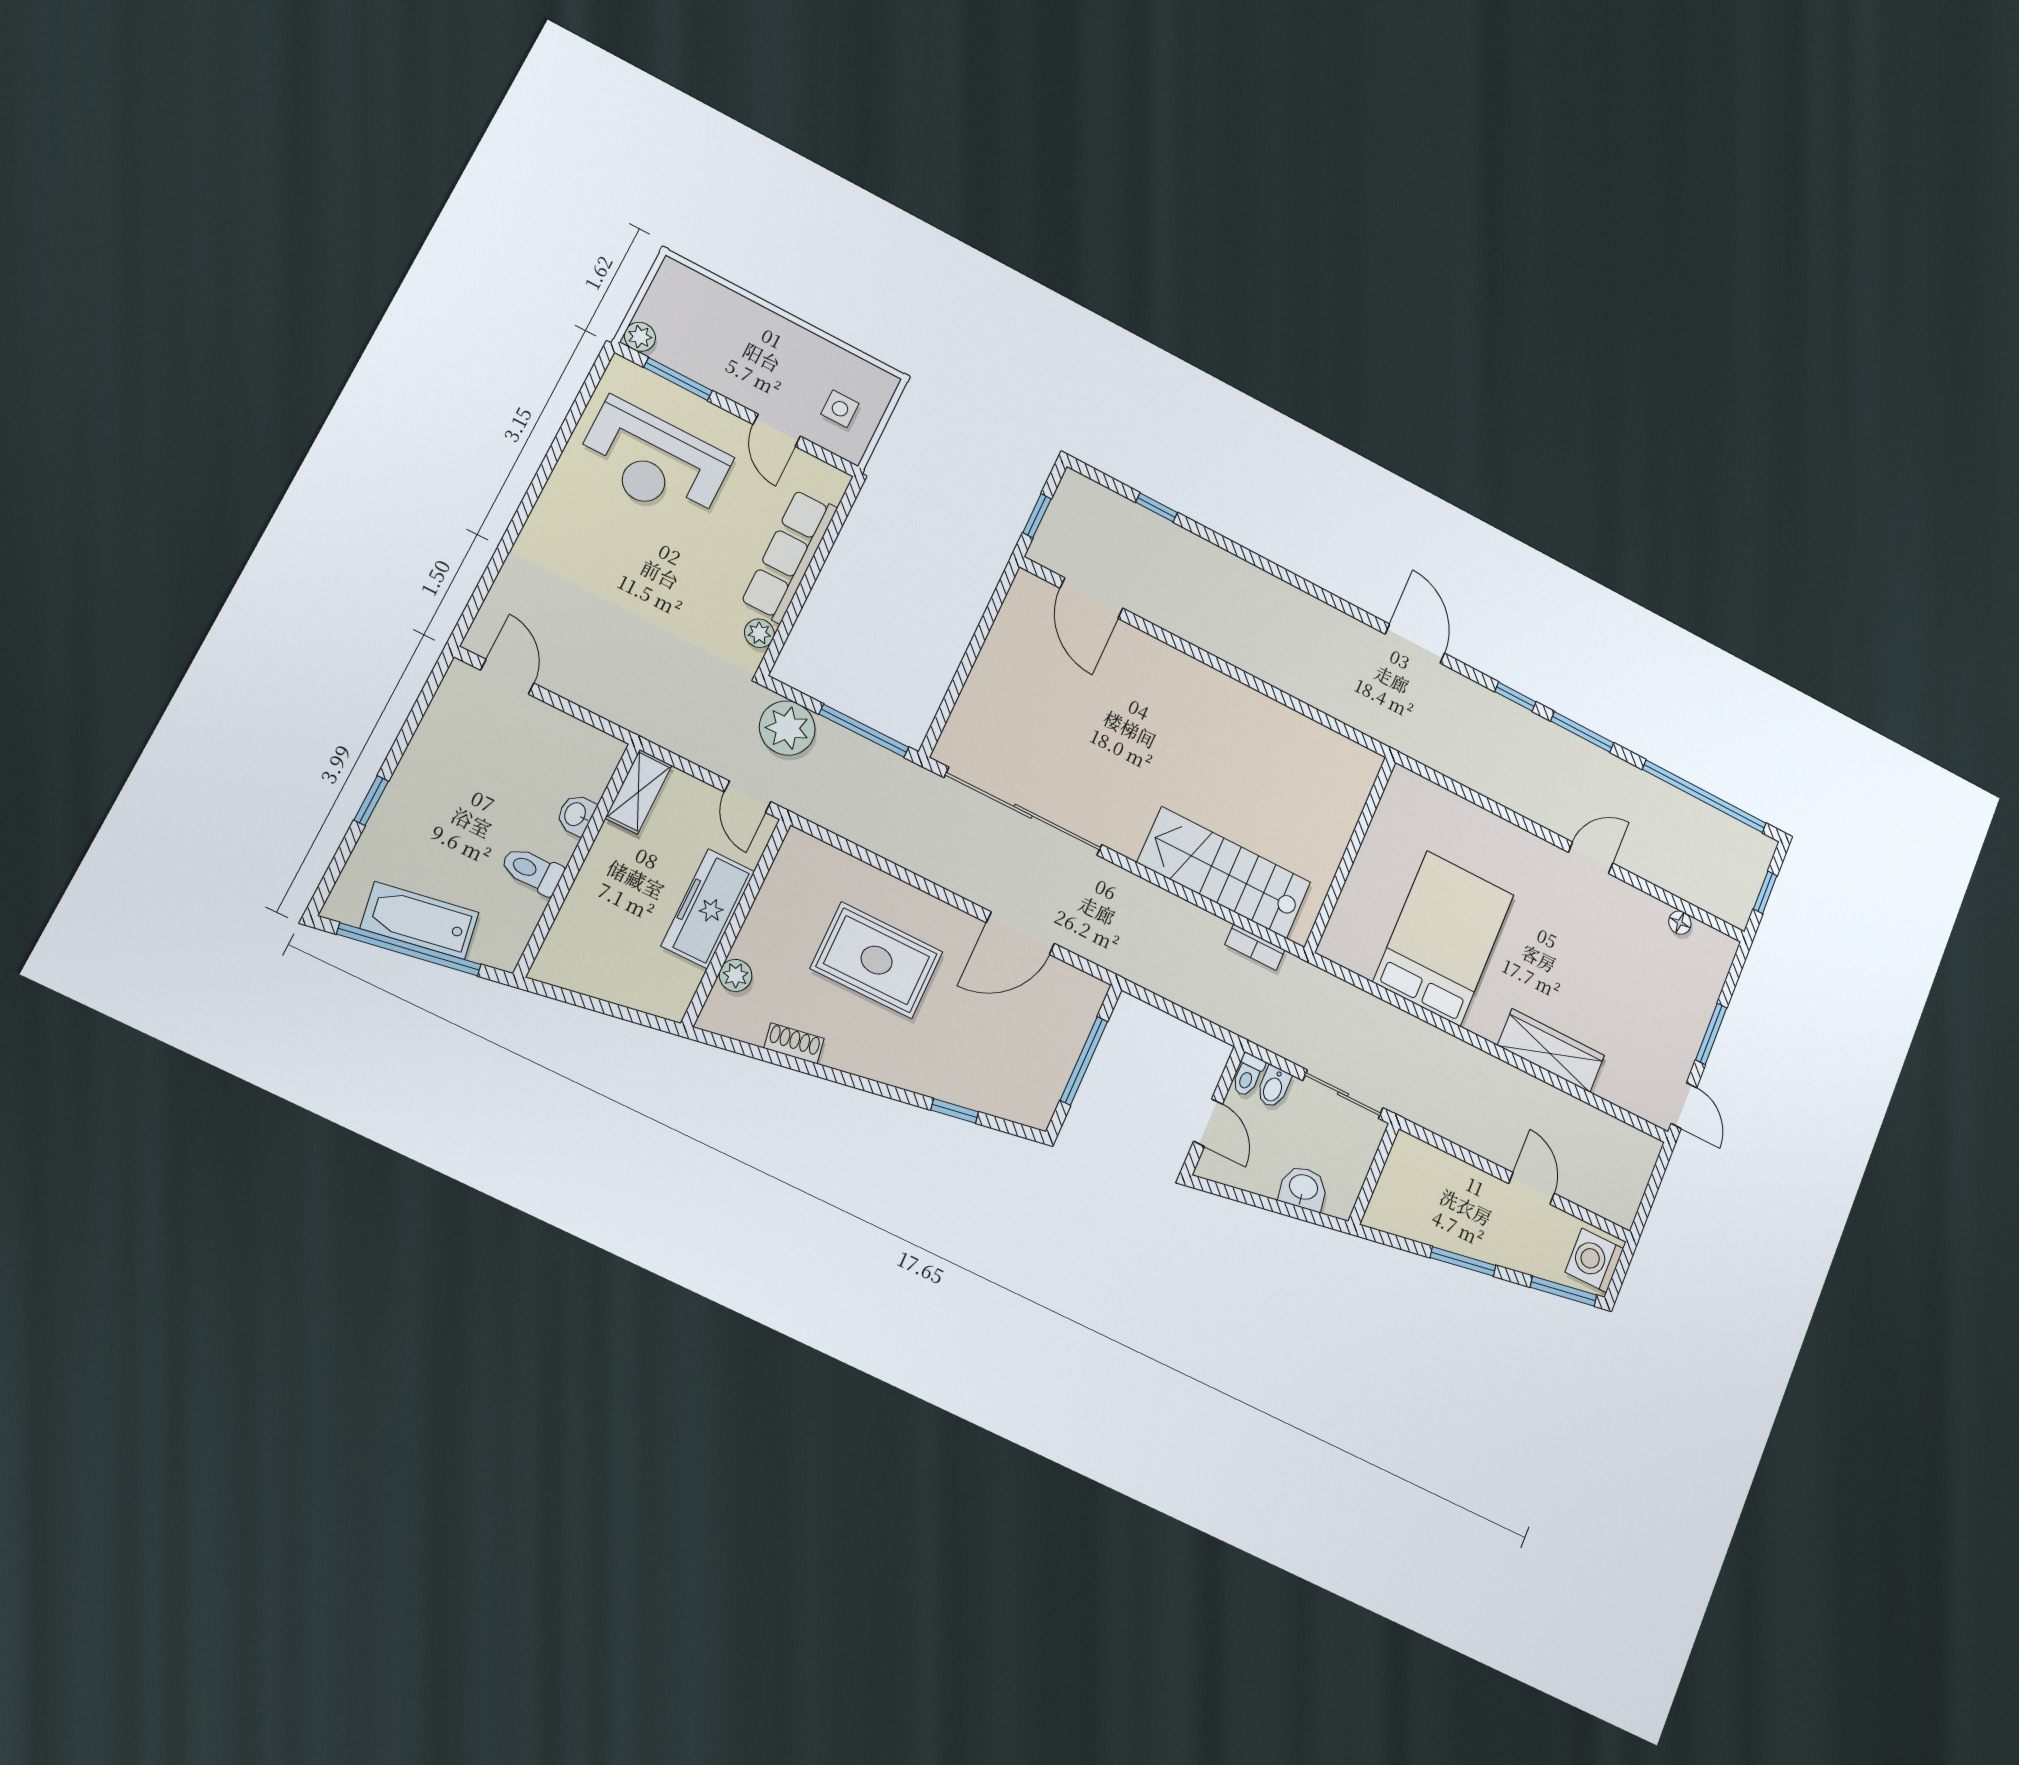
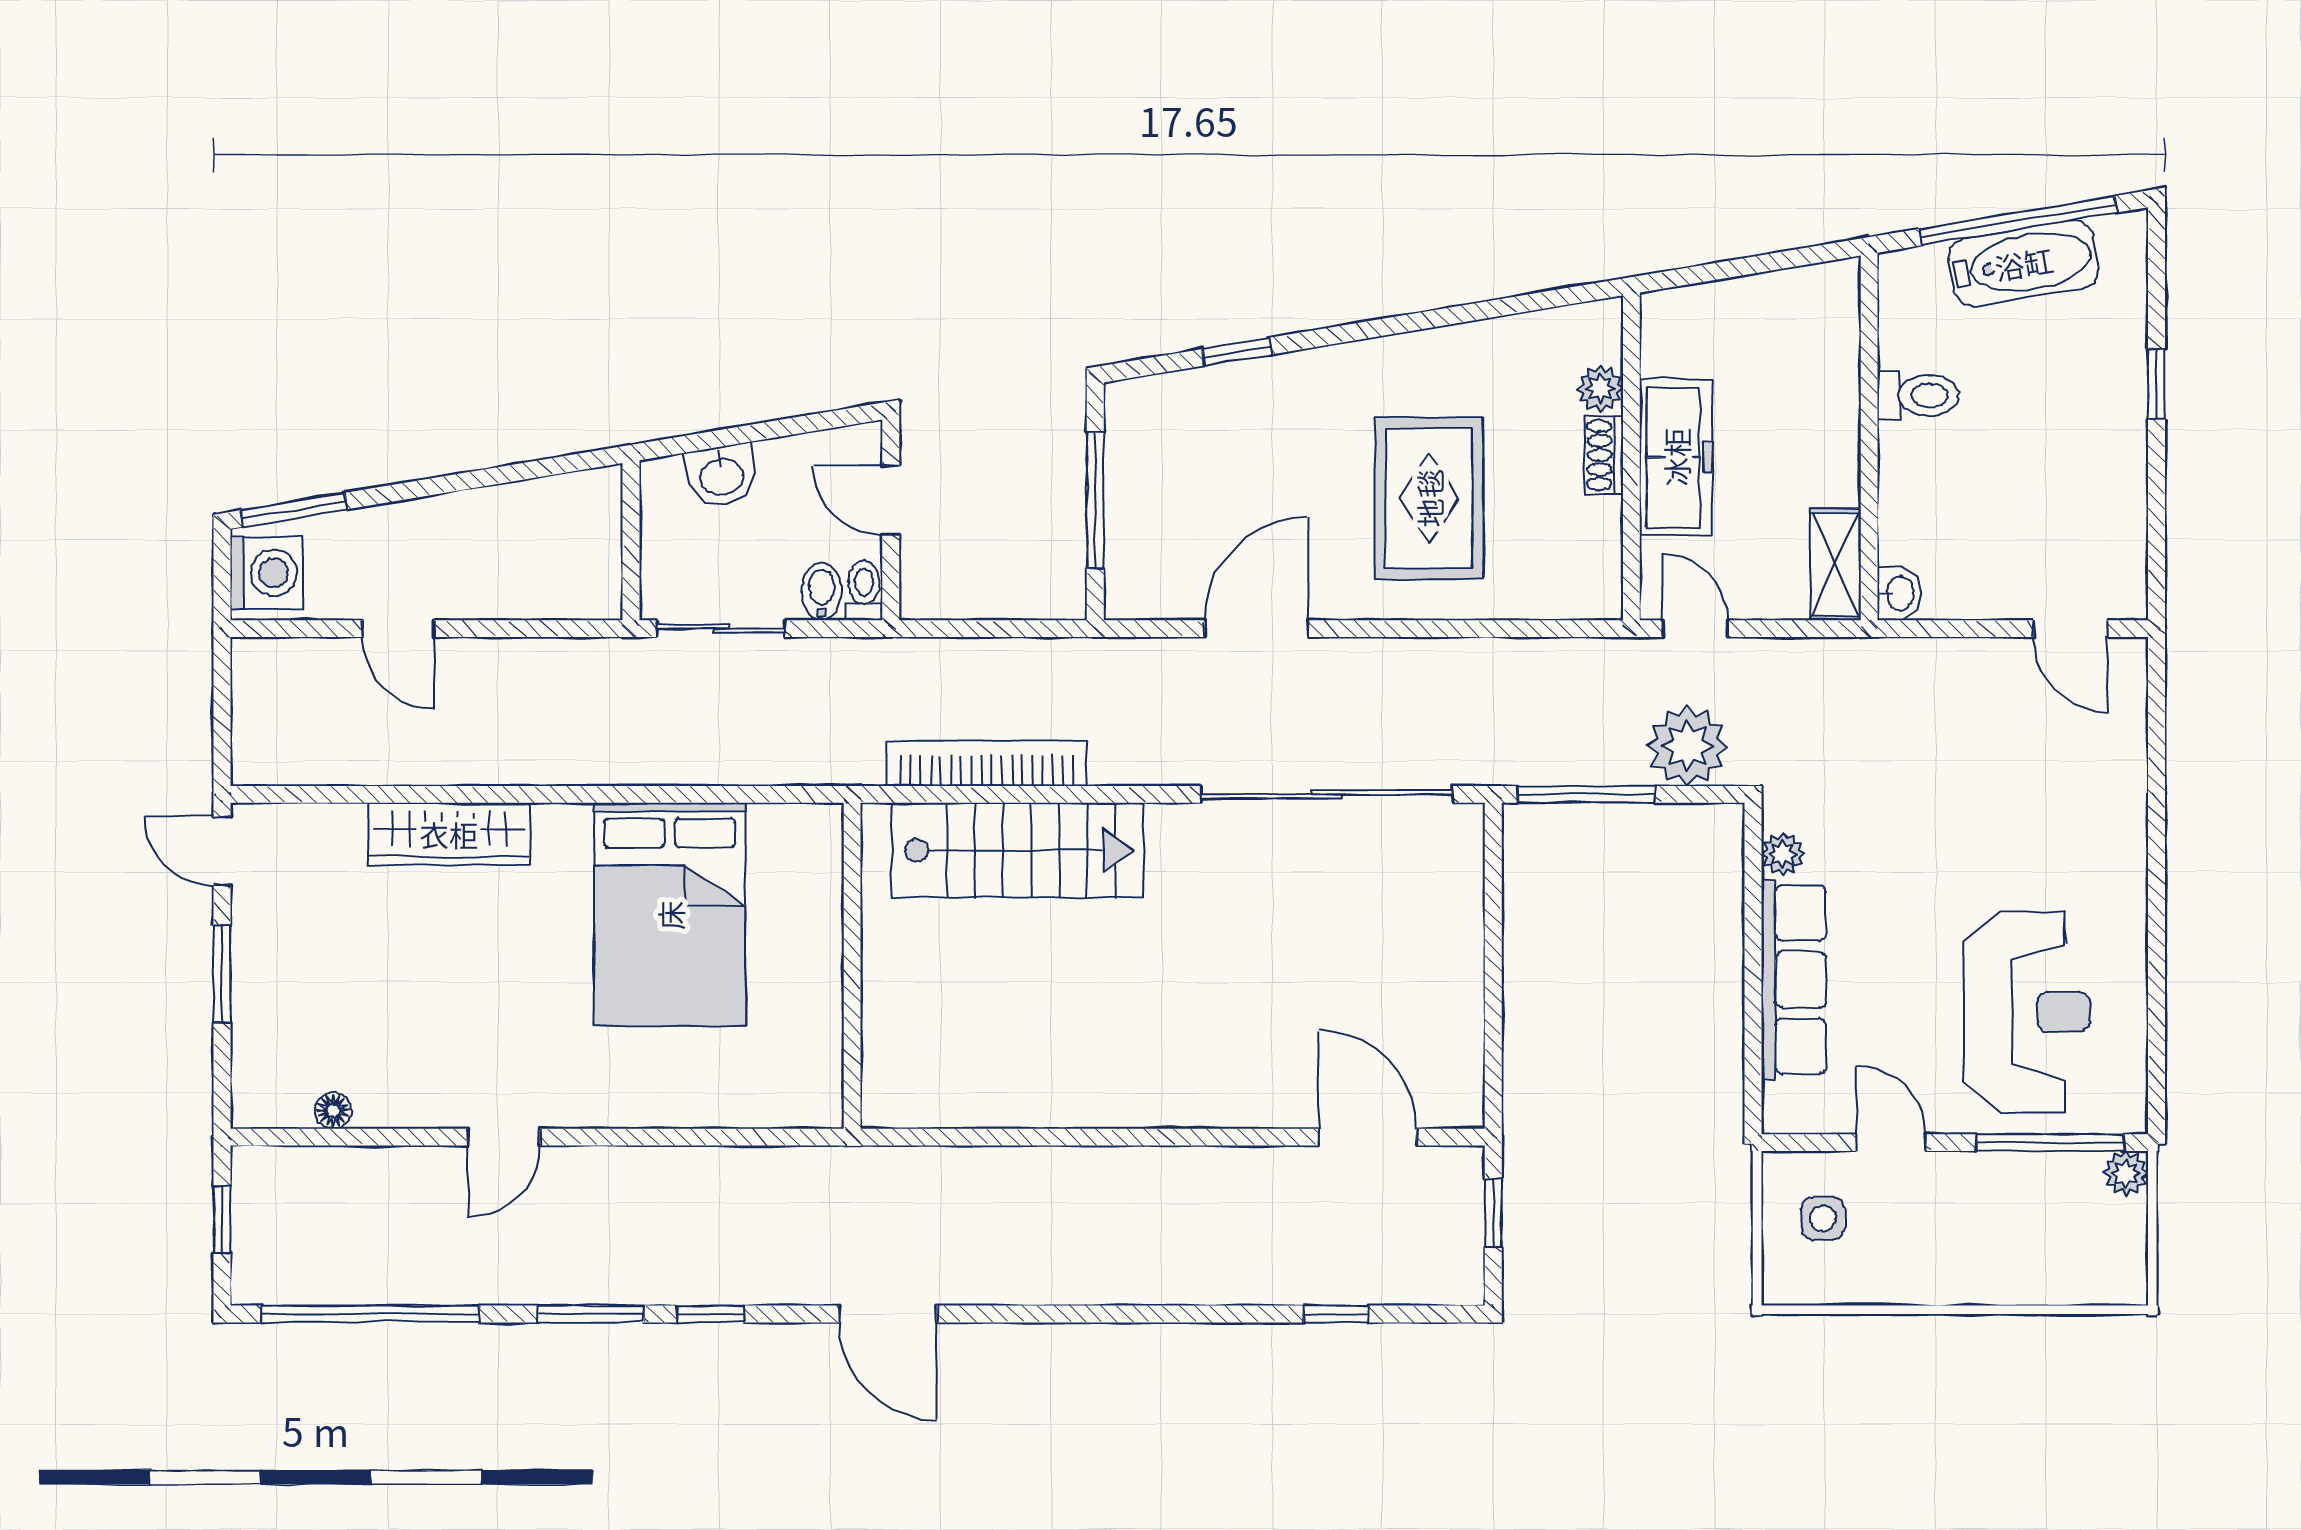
window: (678, 379) -> (2050, 1143), width x1.44
reception desk: (653, 462) -> (2027, 1012), turned 90
washbasin: (576, 815) -> (1899, 594), moved
bookcase: (1255, 947) -> (987, 763), width x2.31, depth x1.31
rug: (877, 960) -> (1429, 498), turned 90
shoe rack: (794, 1043) -> (1604, 455), moved, turned 100
window: (1463, 1261) -> (455, 483), removed

